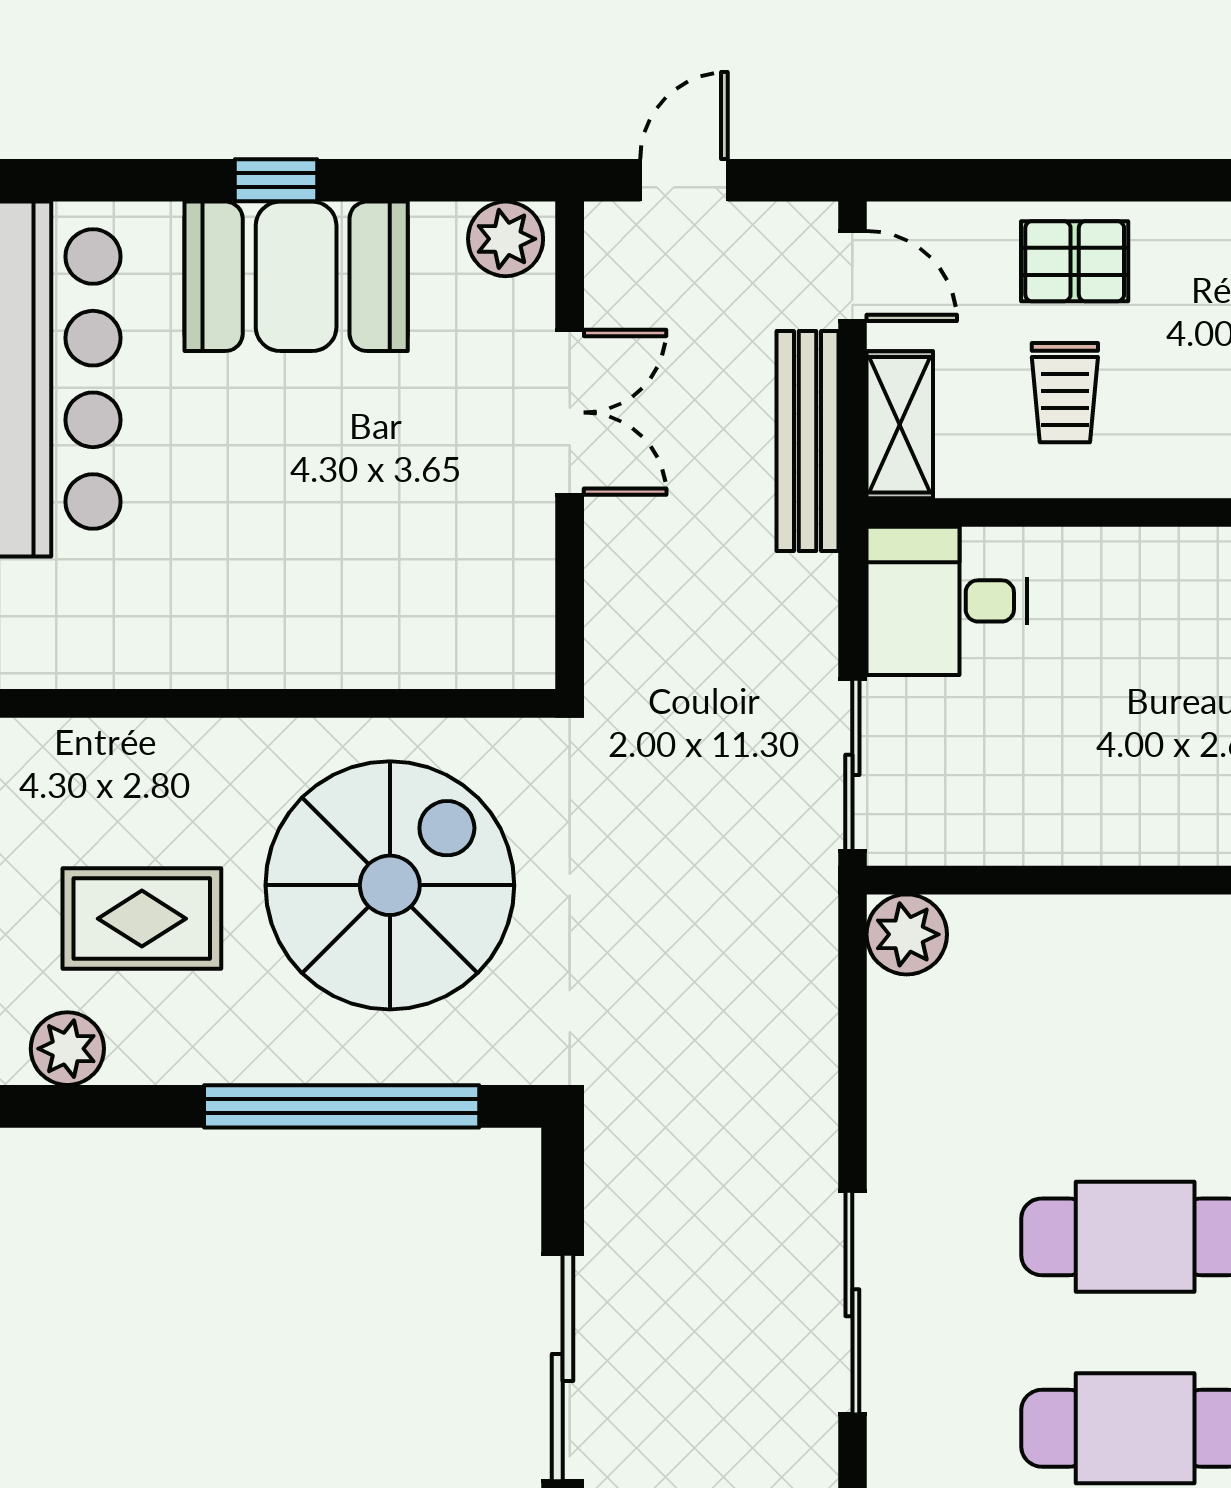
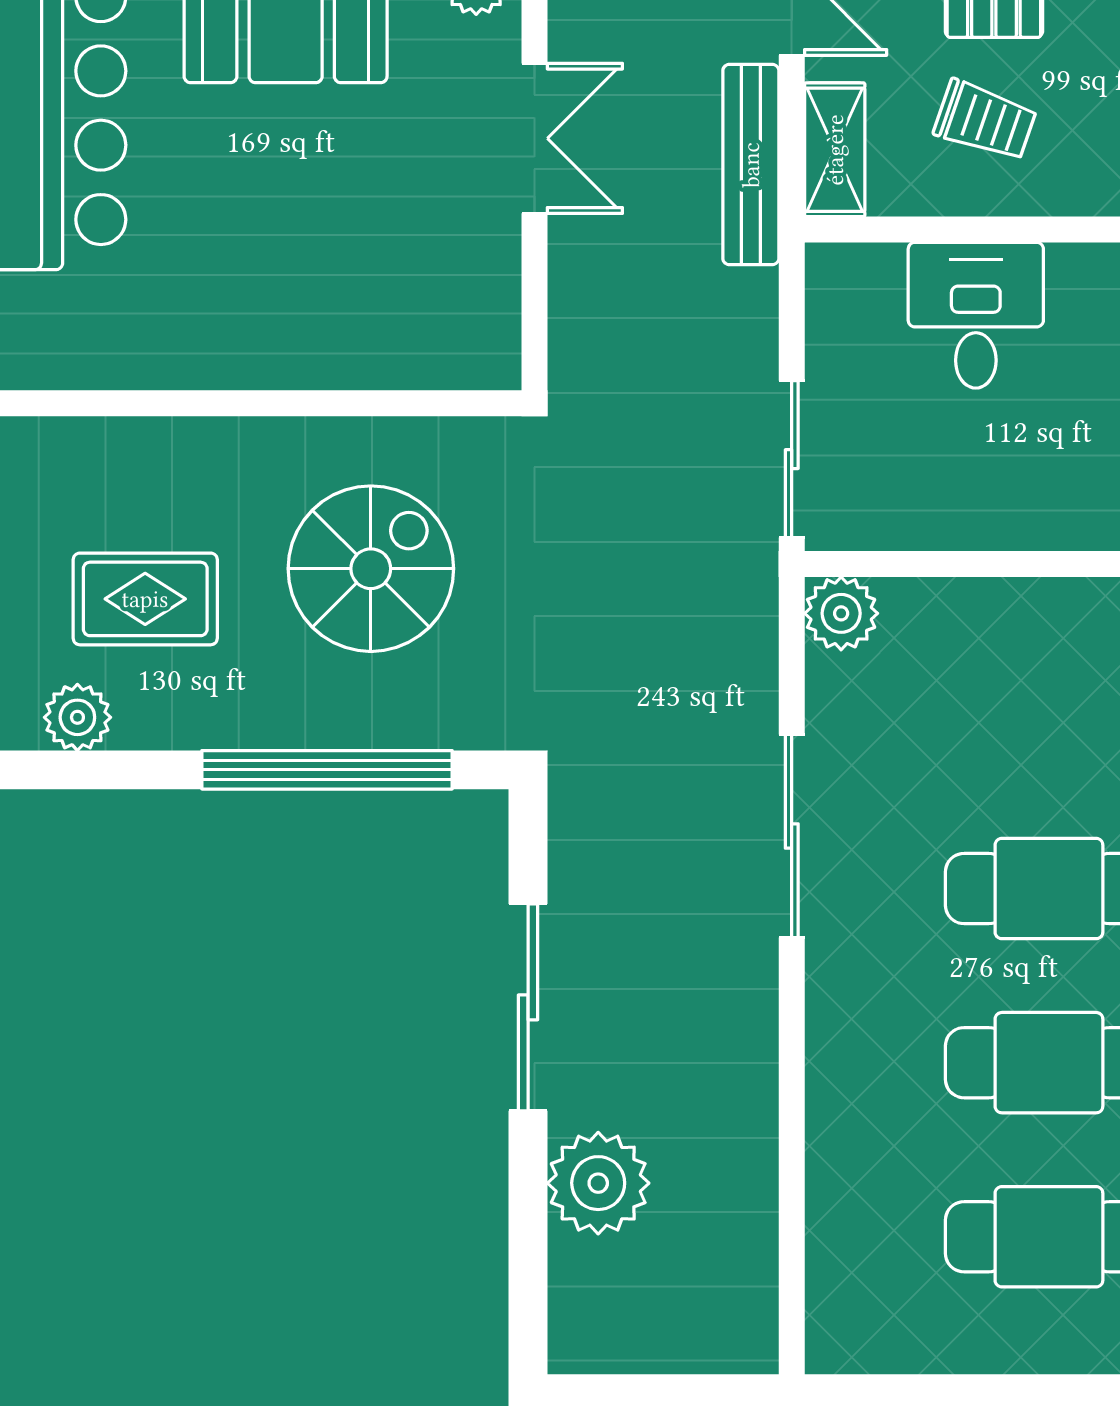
trolley: (1065, 393) -> (985, 120), turned -71
desk: (947, 601) -> (976, 315), moved, turned 90
spiral stairs: (390, 885) -> (371, 569), width x0.73, depth x0.73
sliding door: (852, 1303) -> (792, 836), moved

